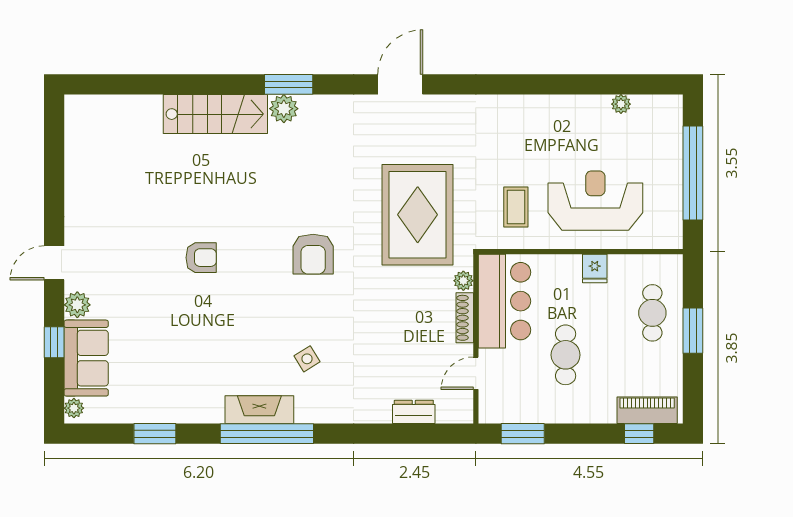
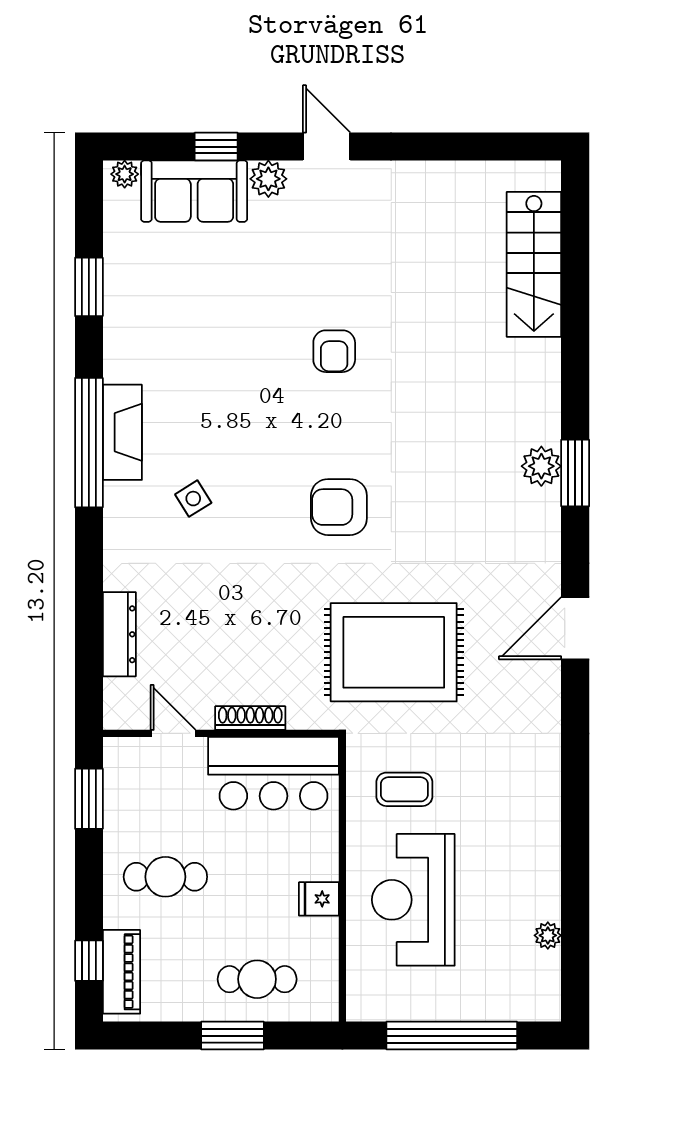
door: (400, 84) -> (575, 628), swing flipped
stairs: (215, 114) -> (534, 264), moved
reception desk: (595, 201) -> (413, 900), turned 180
plant: (463, 281) -> (302, 716), removed
cafe table: (566, 355) -> (165, 877), moved
dresser: (414, 412) -> (119, 634), width x1.44

